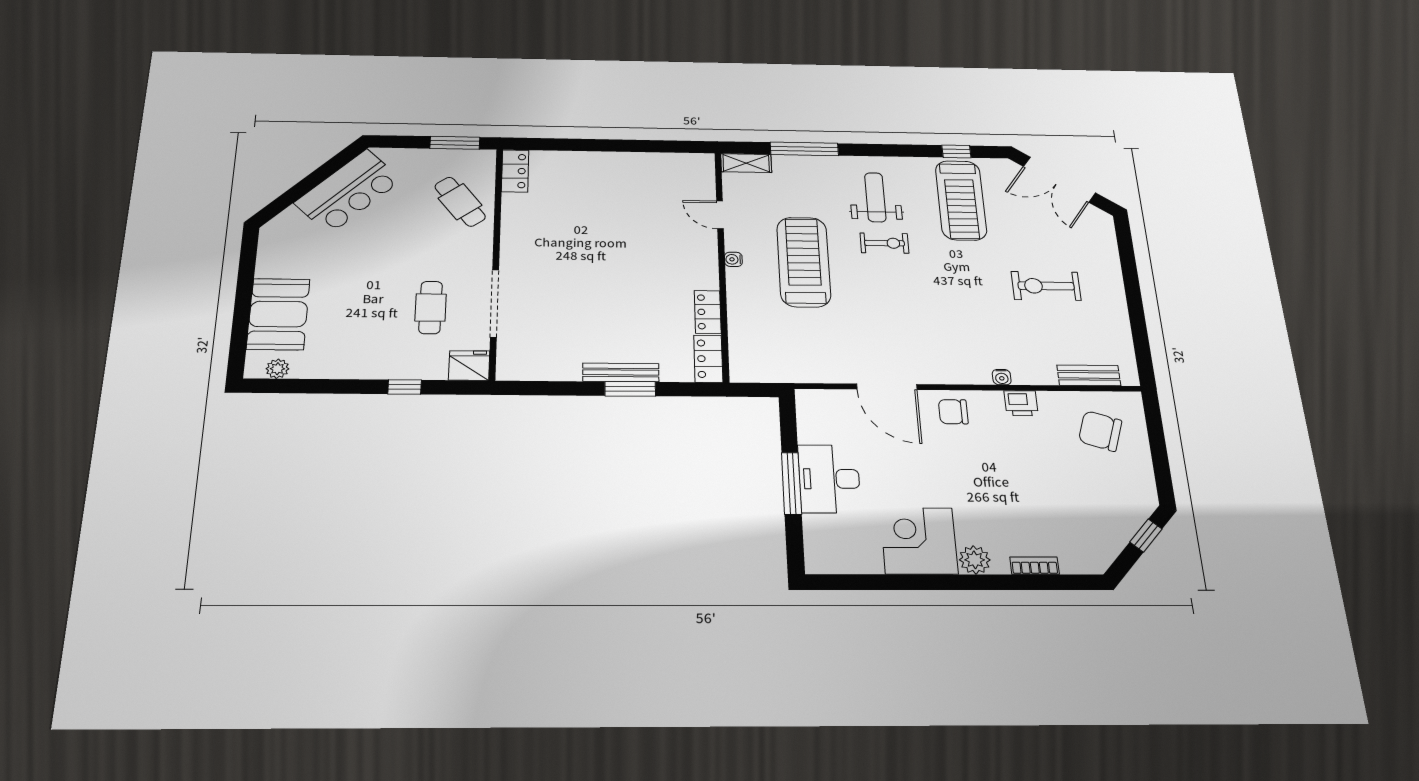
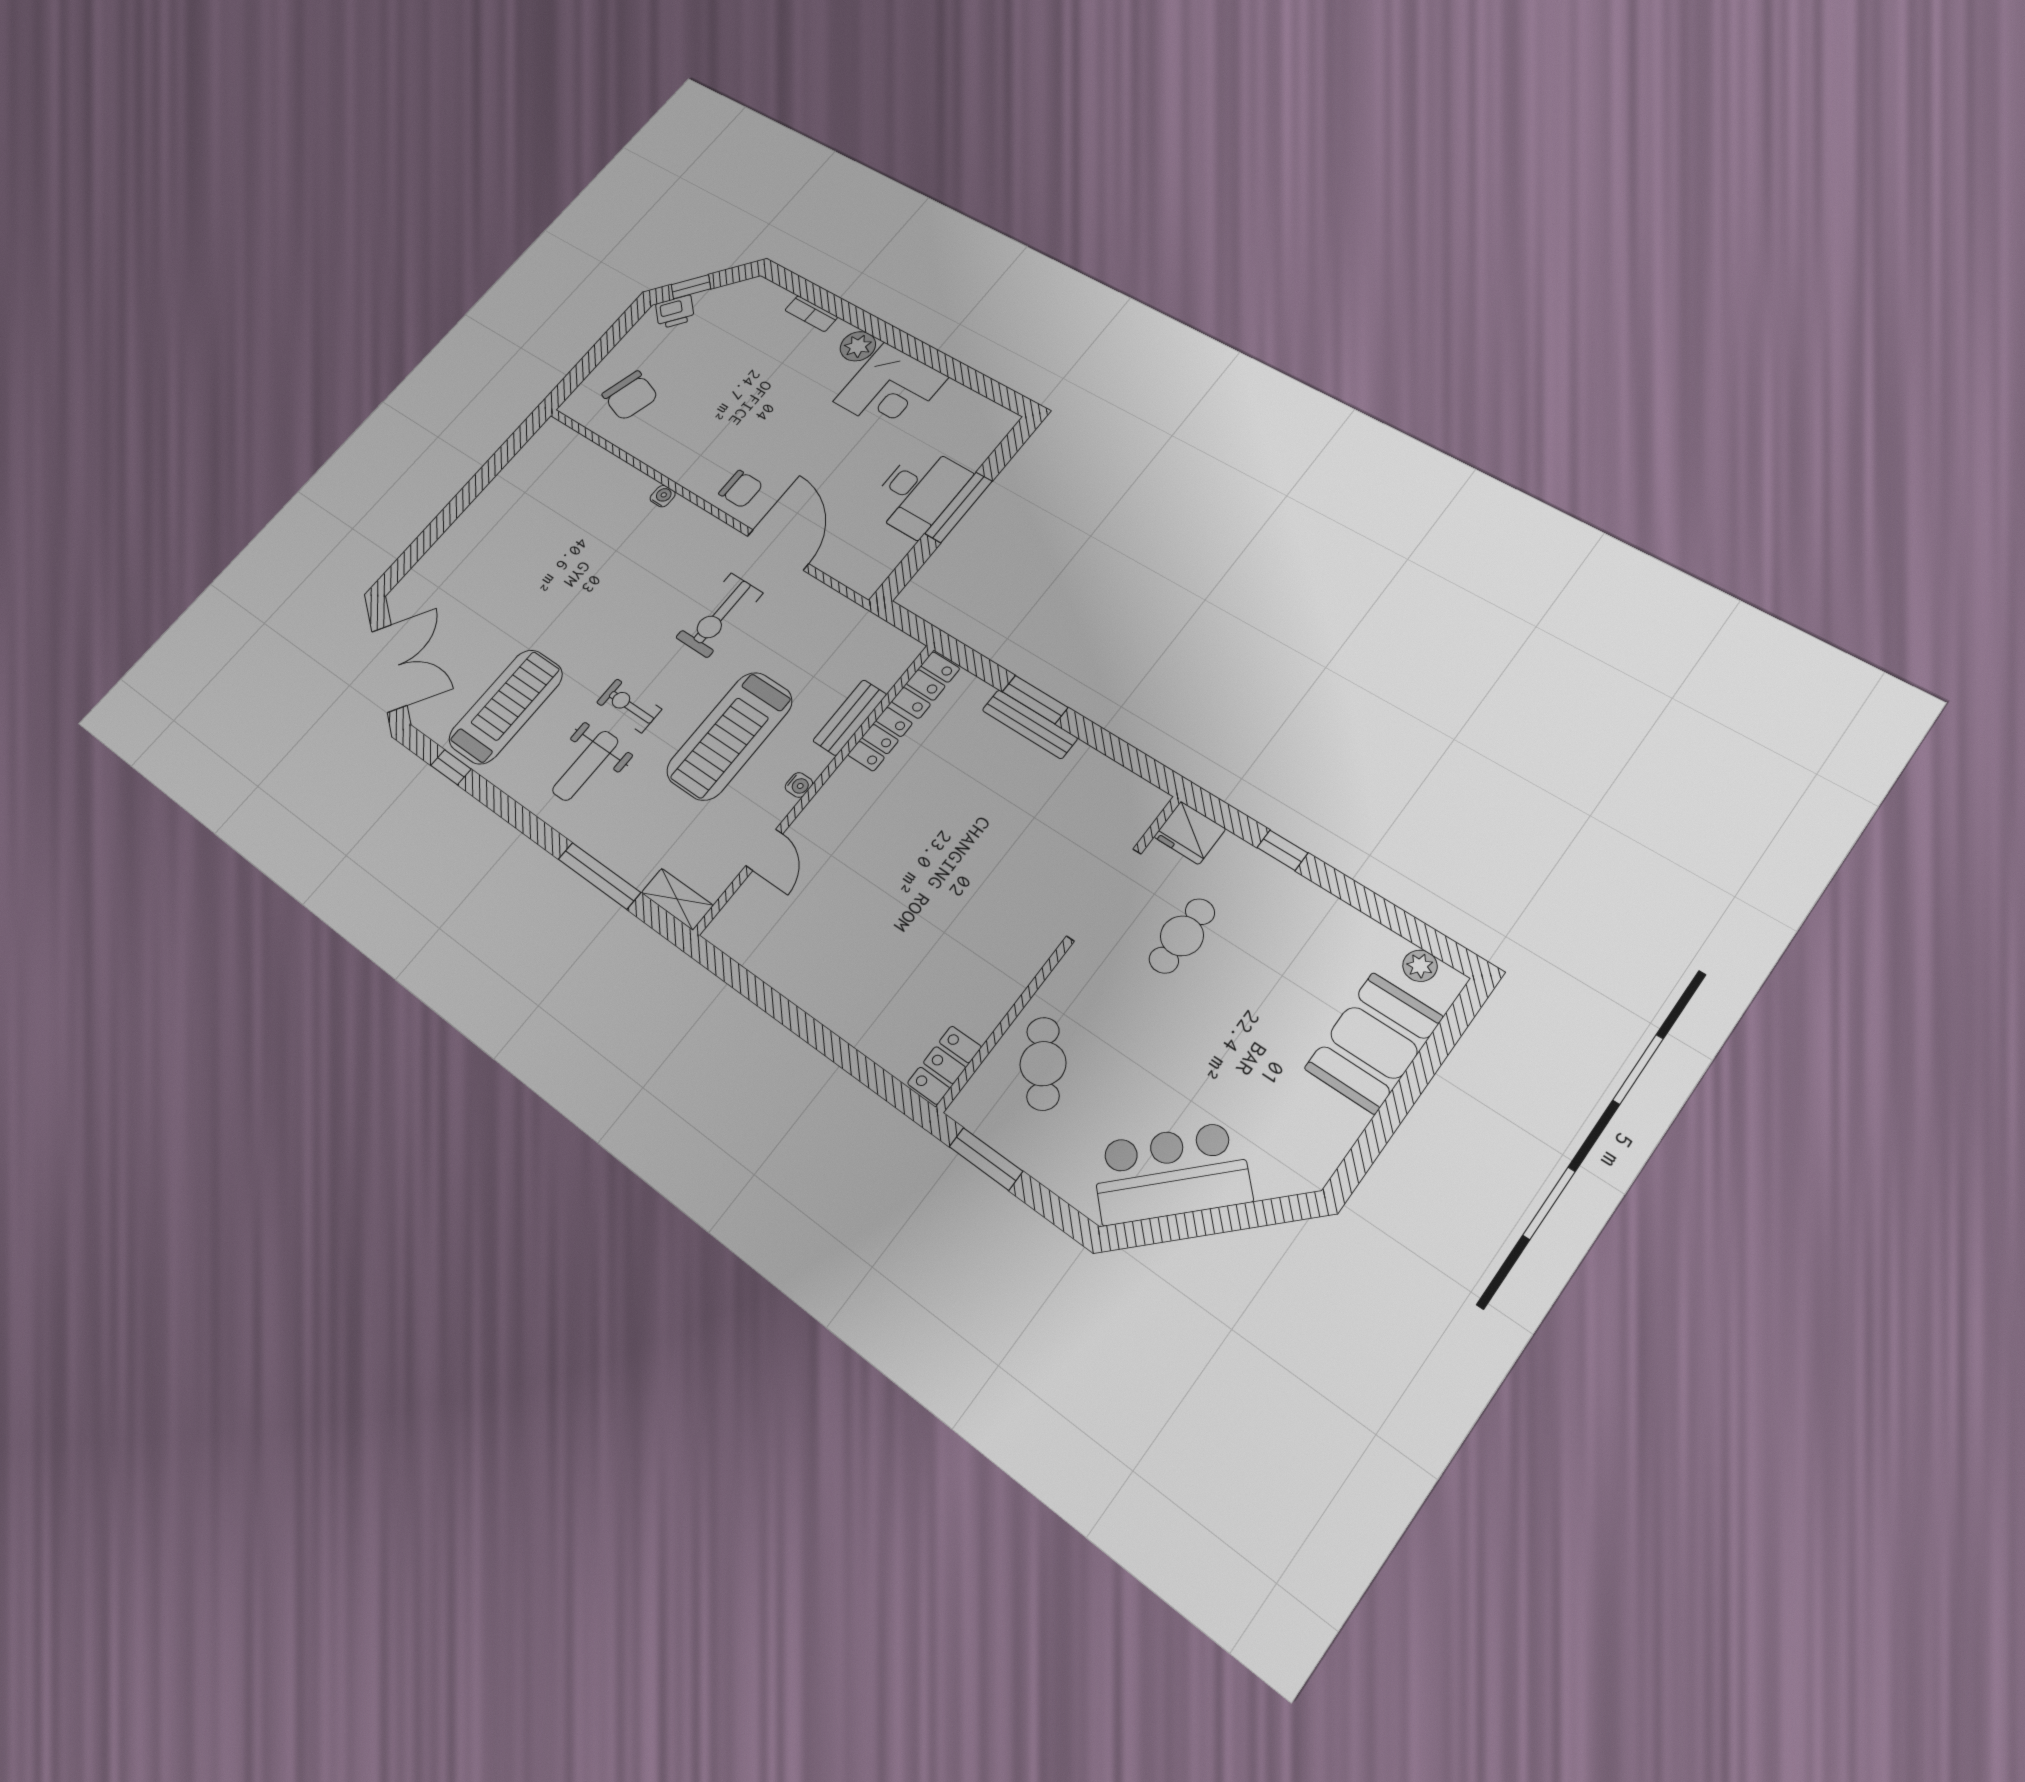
exercise bike: (1046, 286) -> (719, 615), moved, turned 90
bench: (1089, 375) -> (850, 718), moved, turned 90
printer: (1021, 403) -> (675, 312), moved, turned 132

